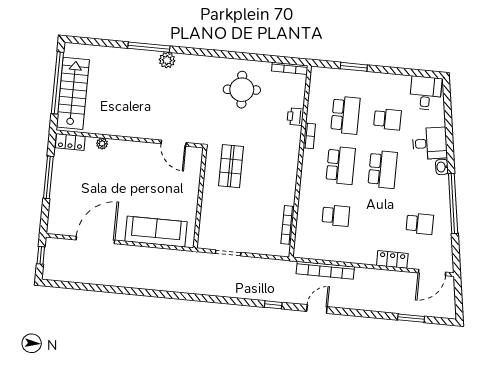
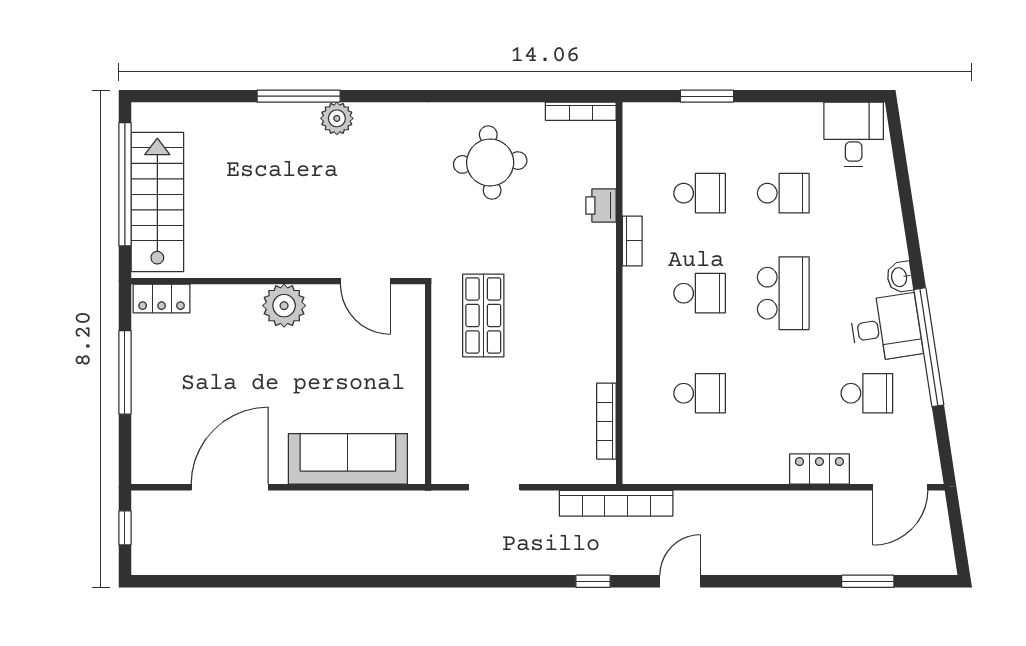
school desk: (345, 115) -> (700, 193), width x0.54
desk: (430, 143) -> (886, 328), moved
plant: (102, 144) -> (284, 306), moved, width x1.88, depth x1.88
school desk: (341, 165) -> (700, 293), width x0.54
bookcase: (325, 270) -> (616, 503), moved

